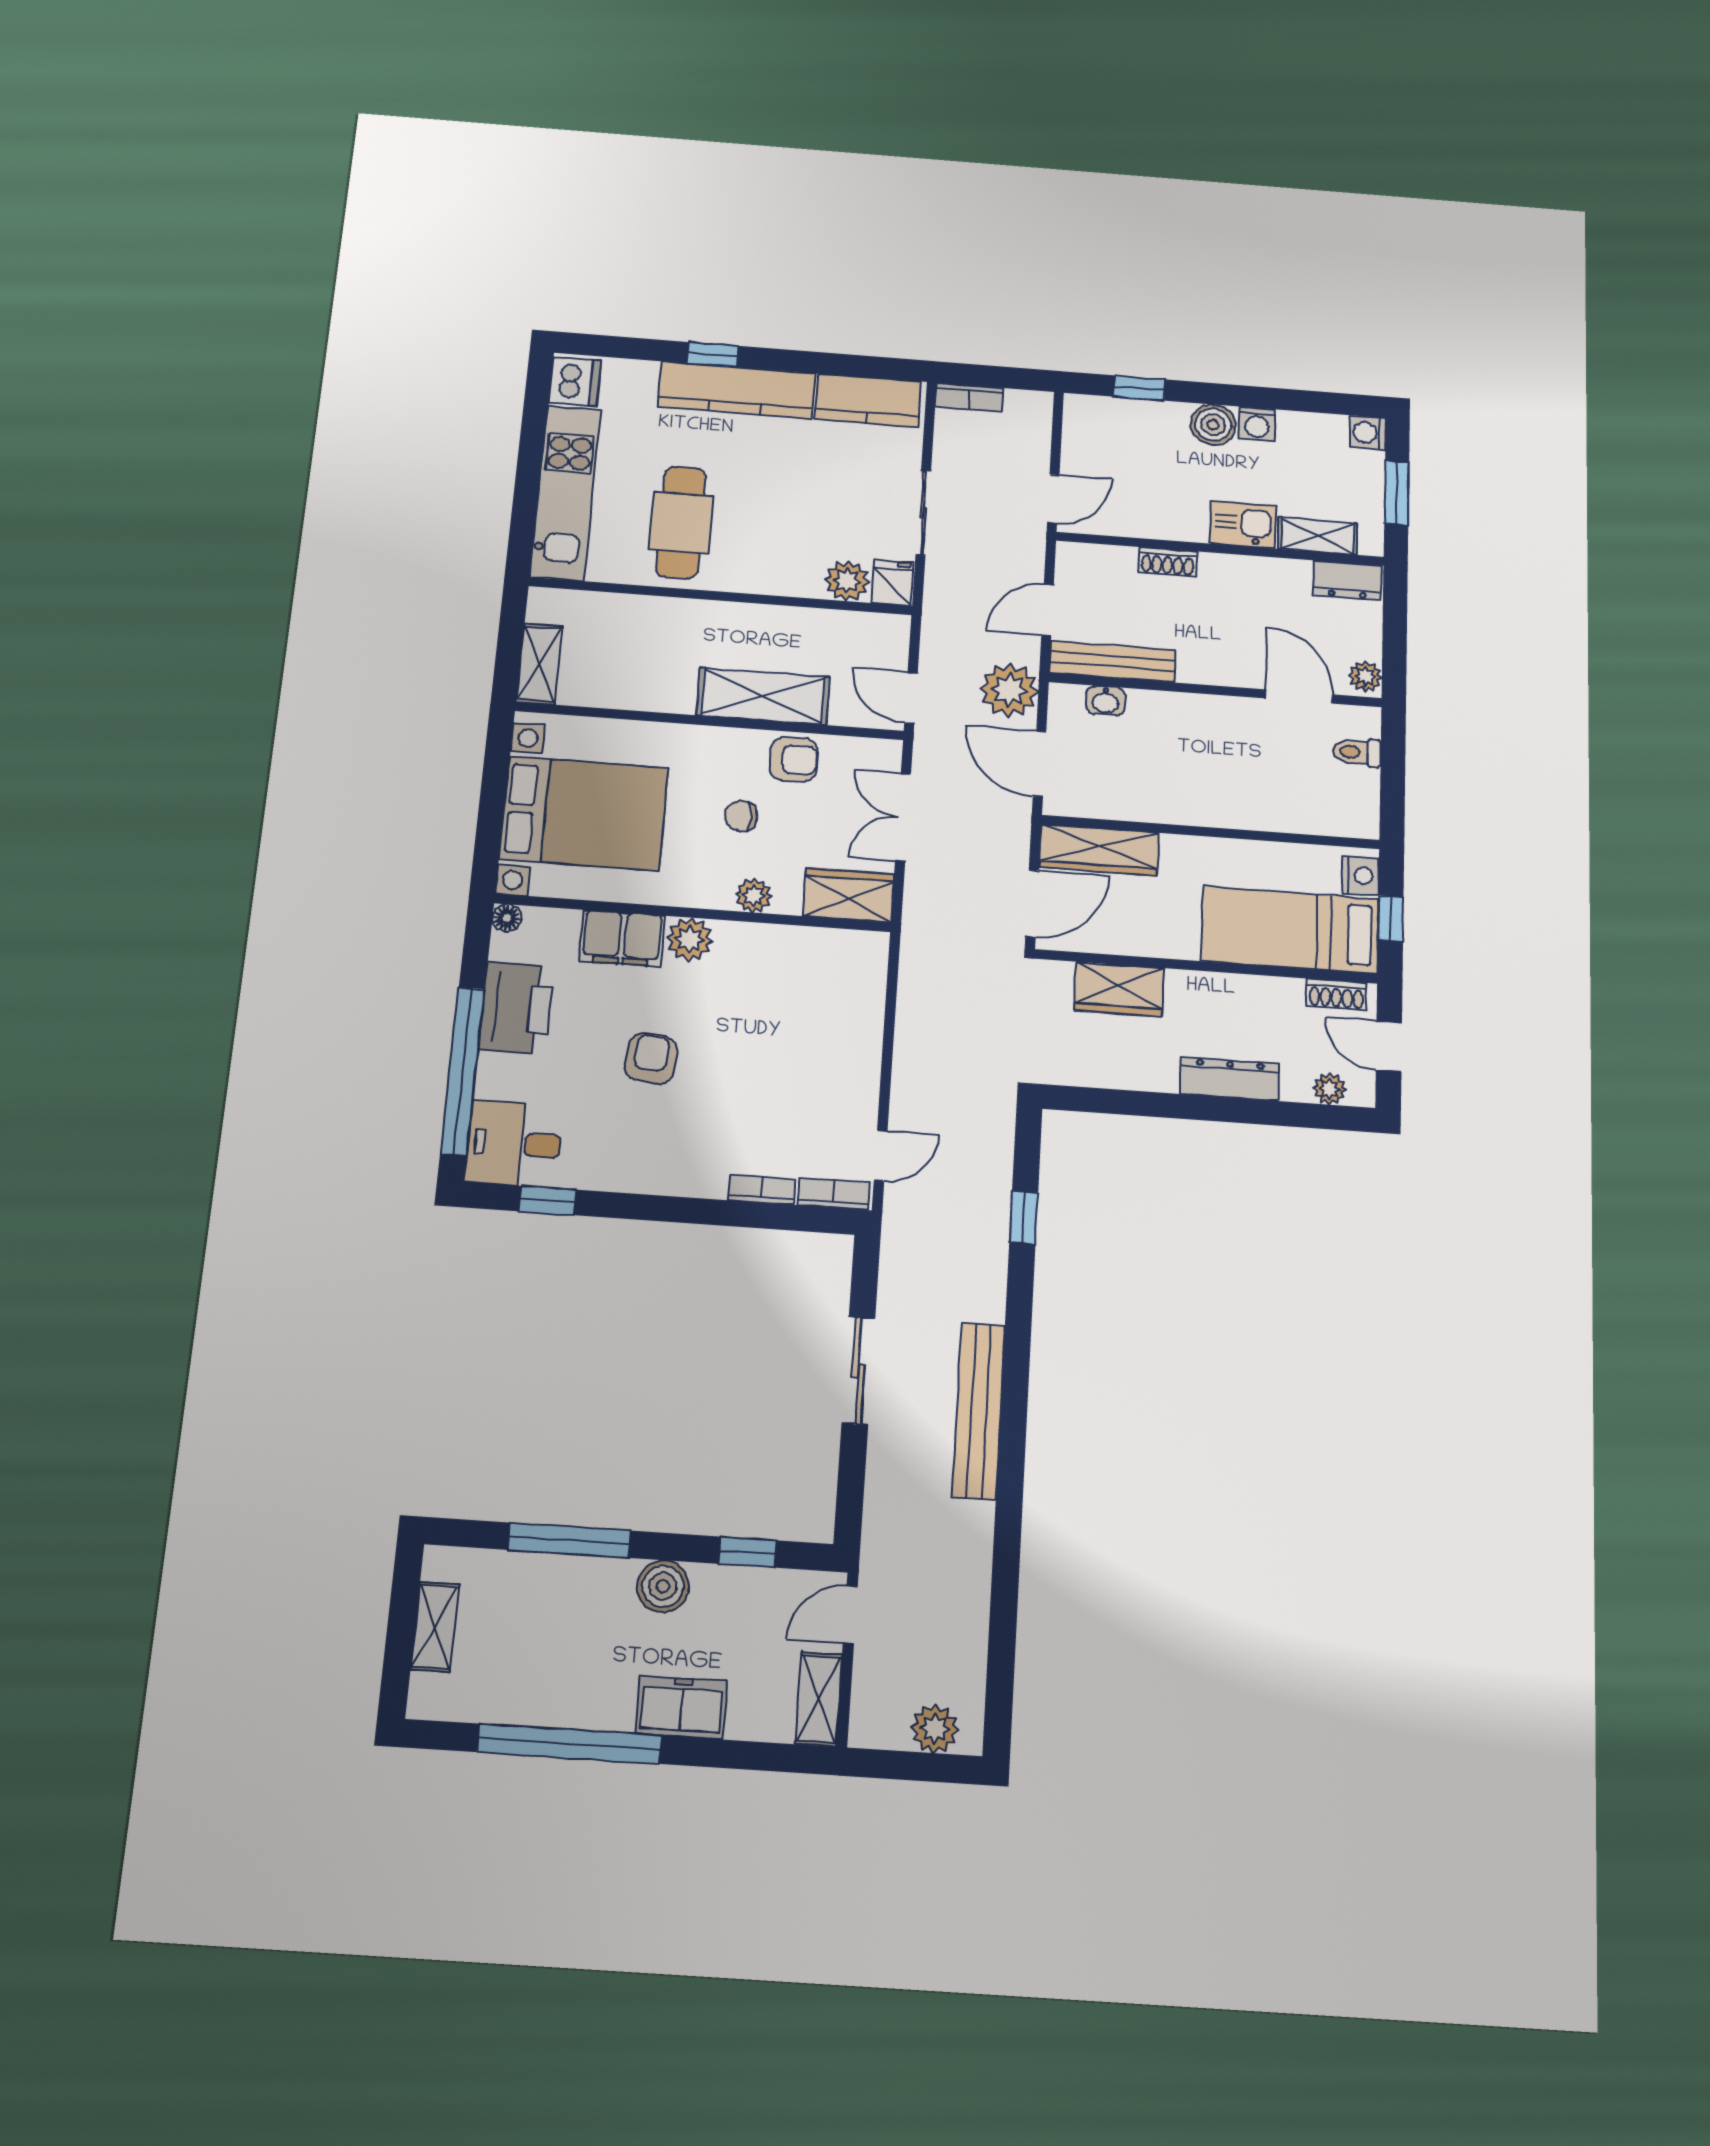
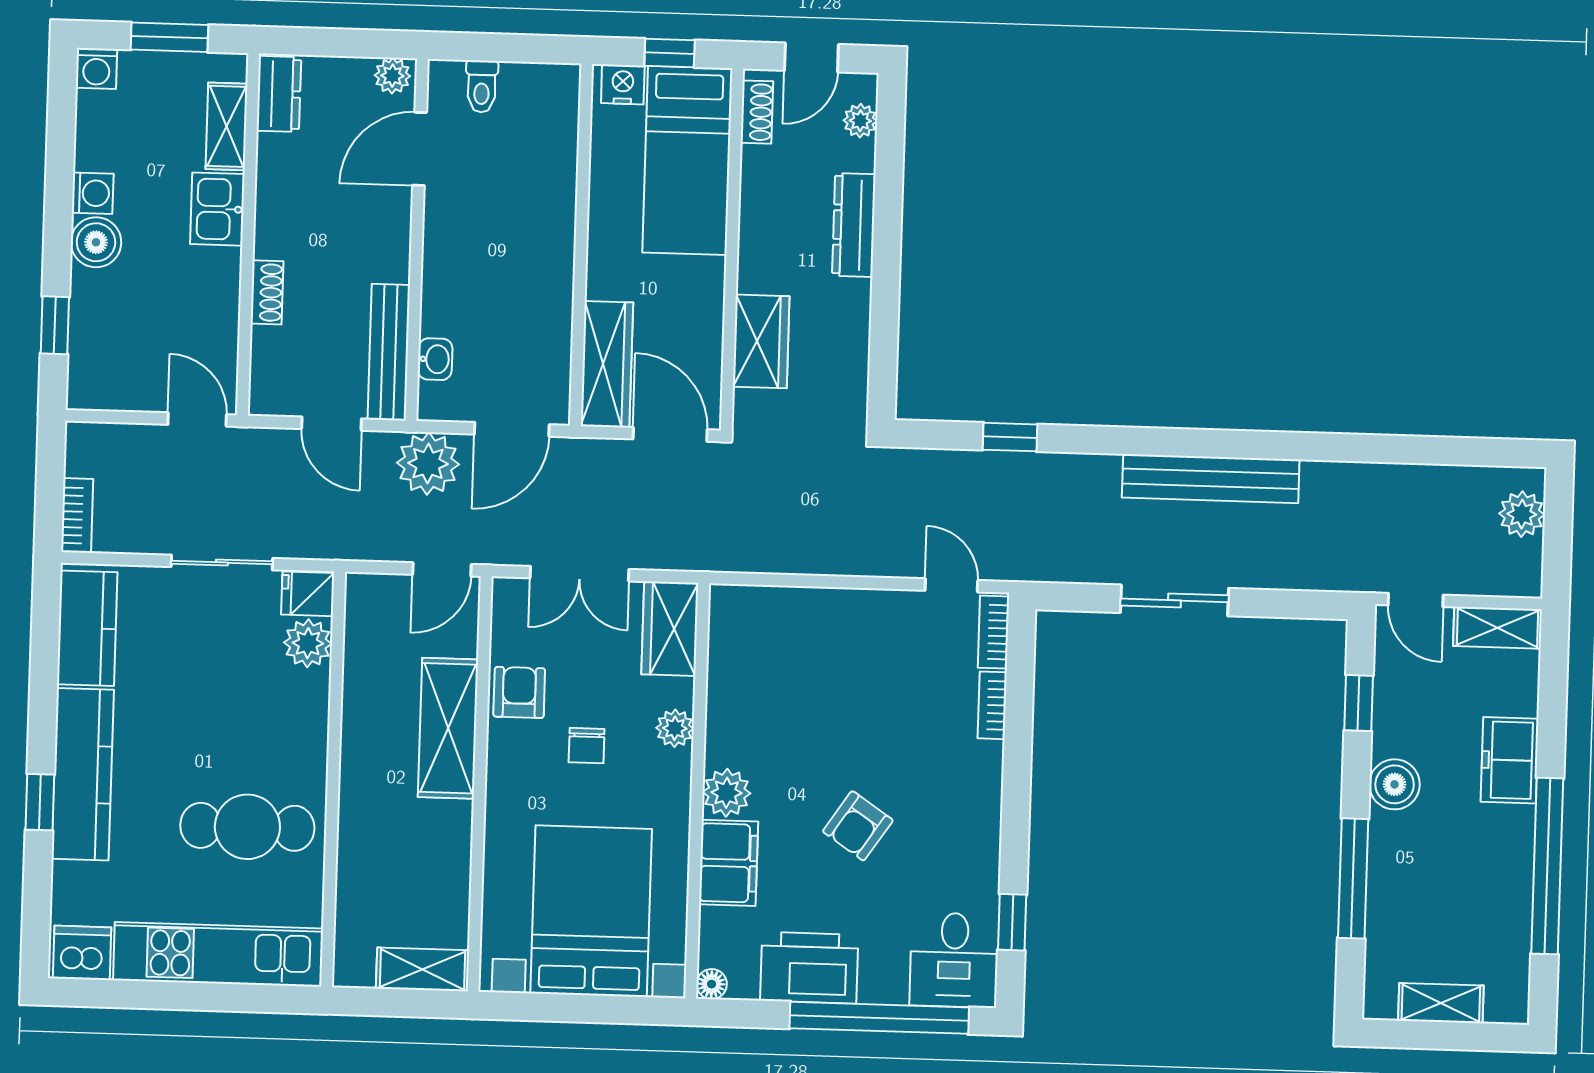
armchair: (651, 1059) -> (858, 826), turned -62

